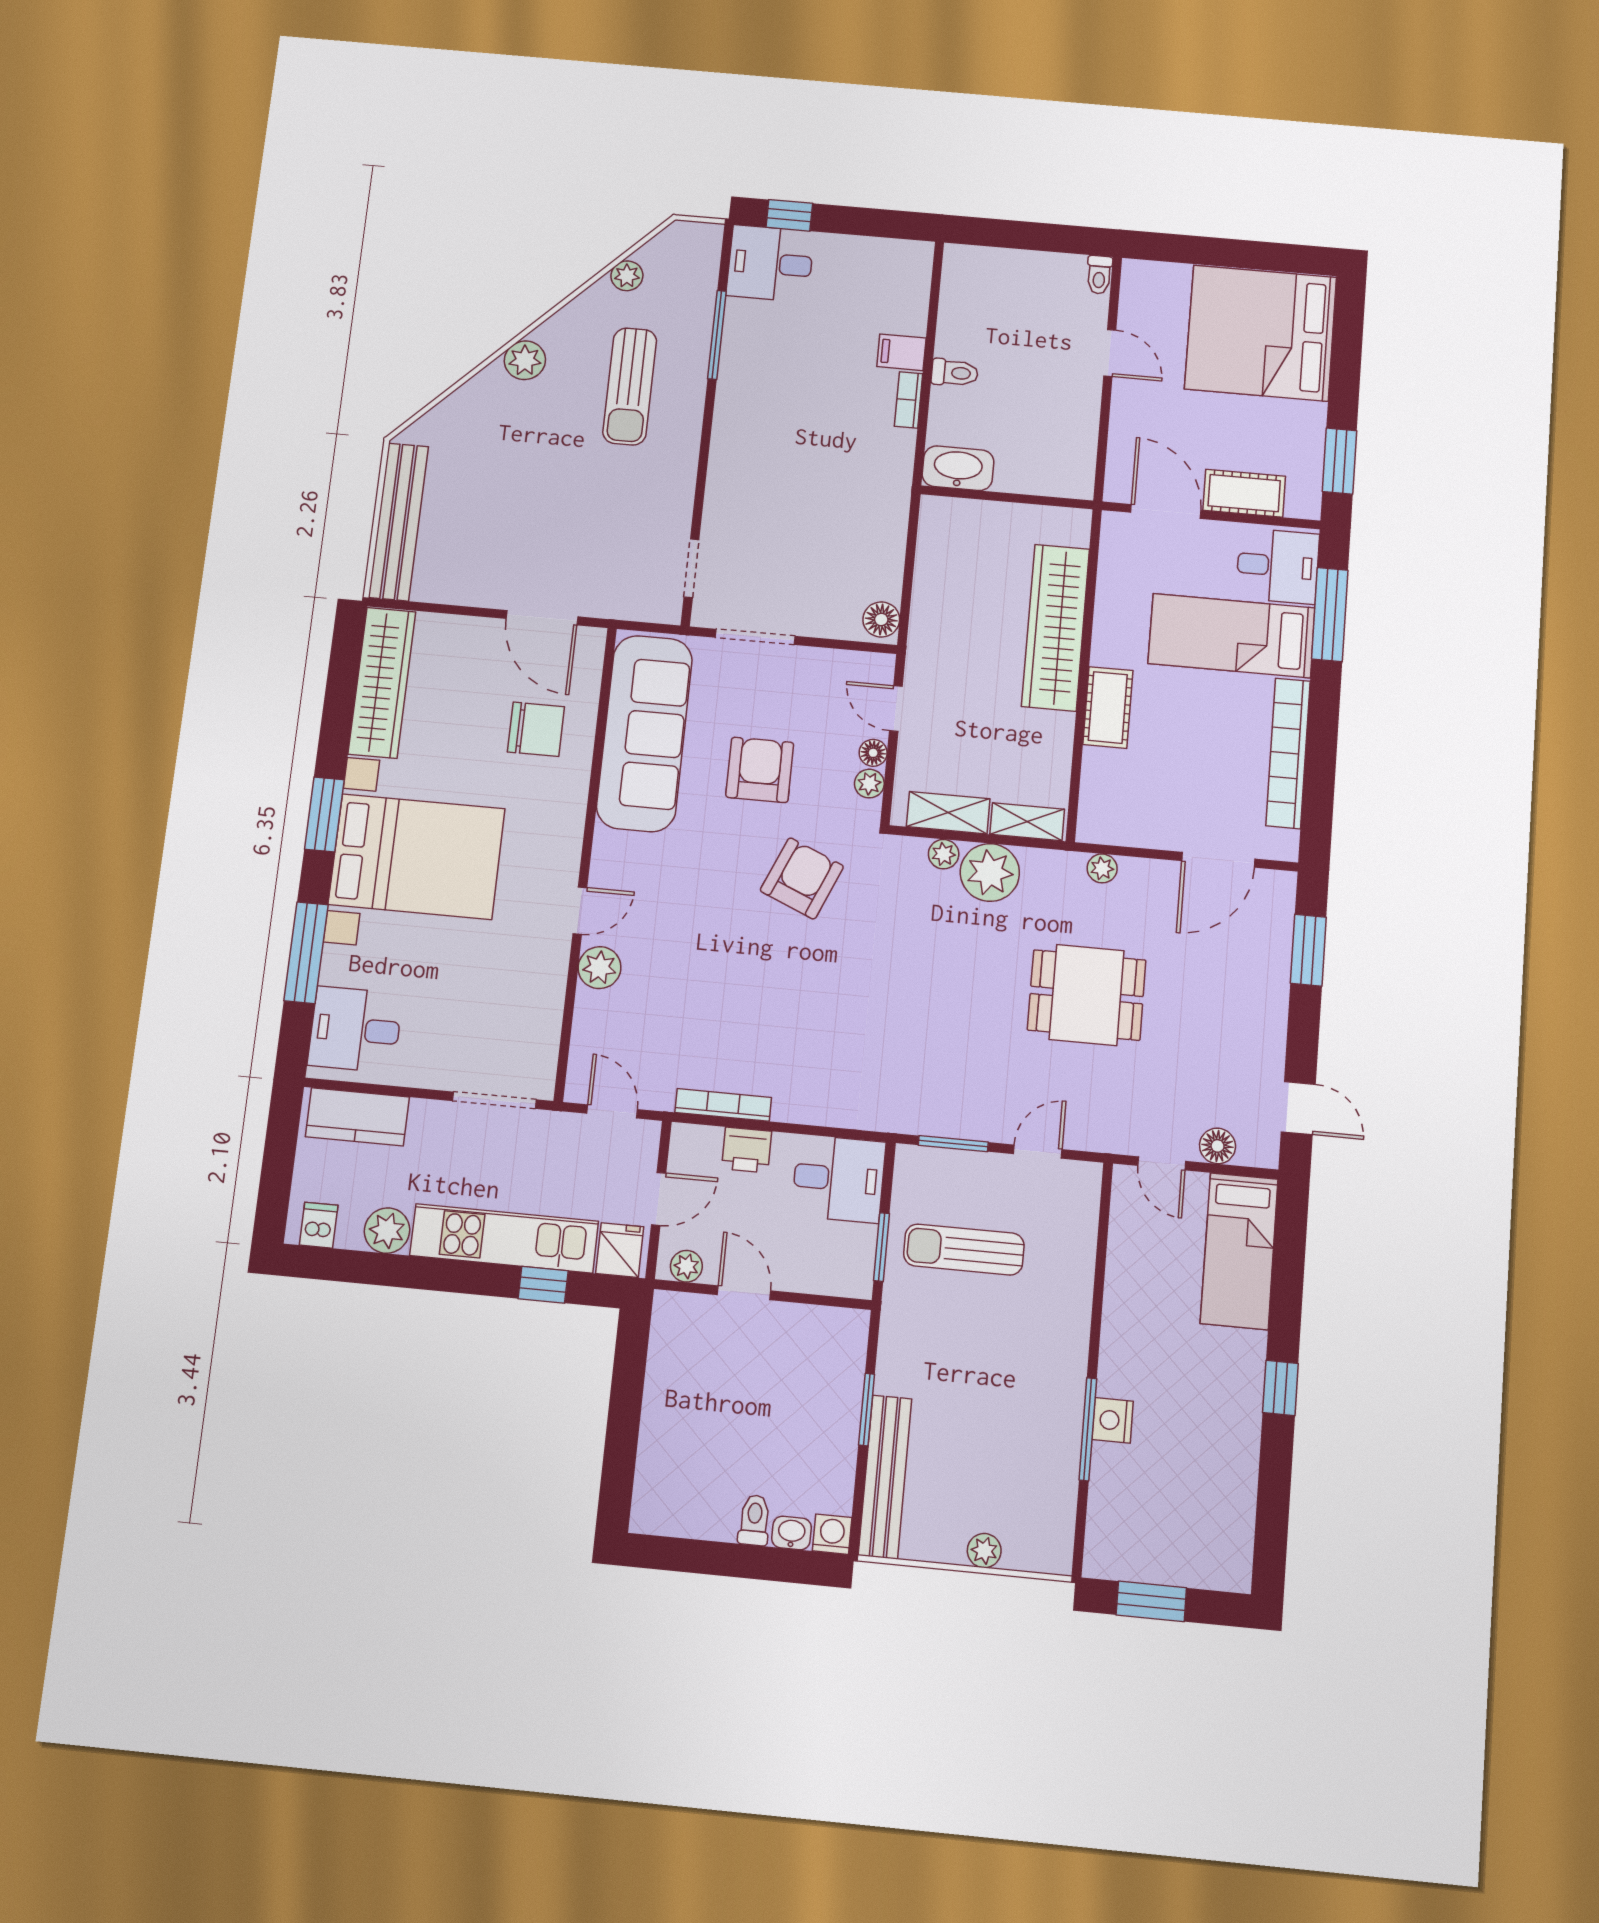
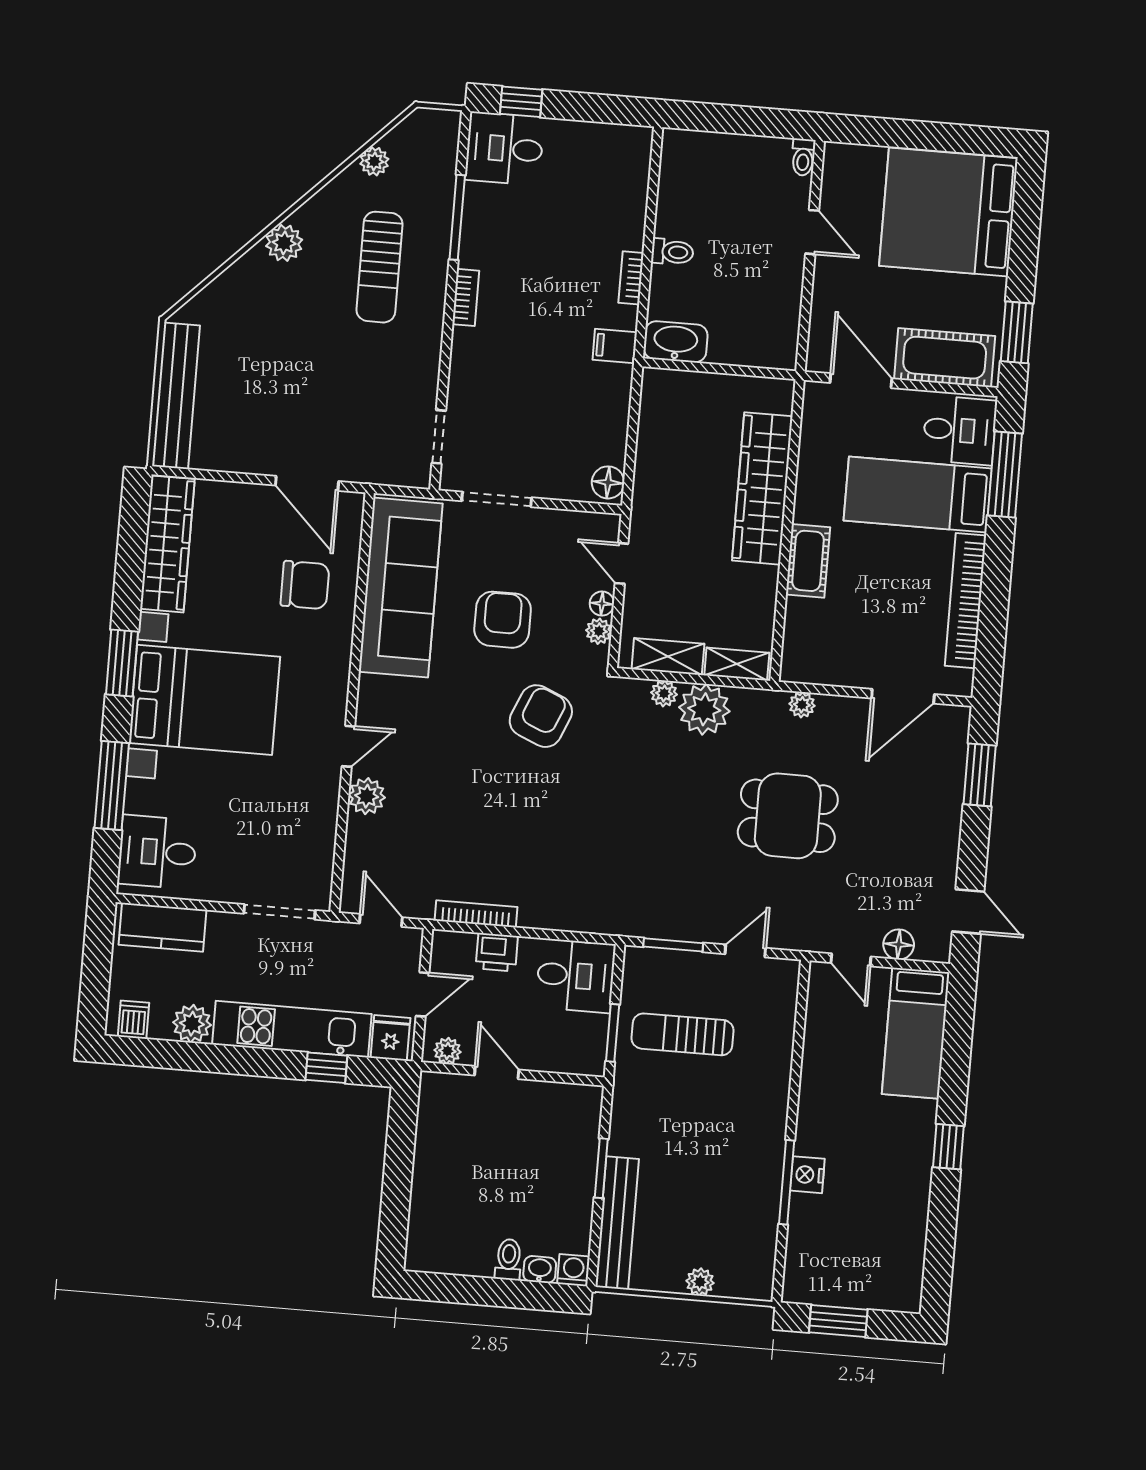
filing cabinet: (901, 352) -> (615, 346), moved
bookcase: (725, 419) -> (466, 297), added
cot: (1244, 493) -> (945, 358), width x1.37, depth x1.34

